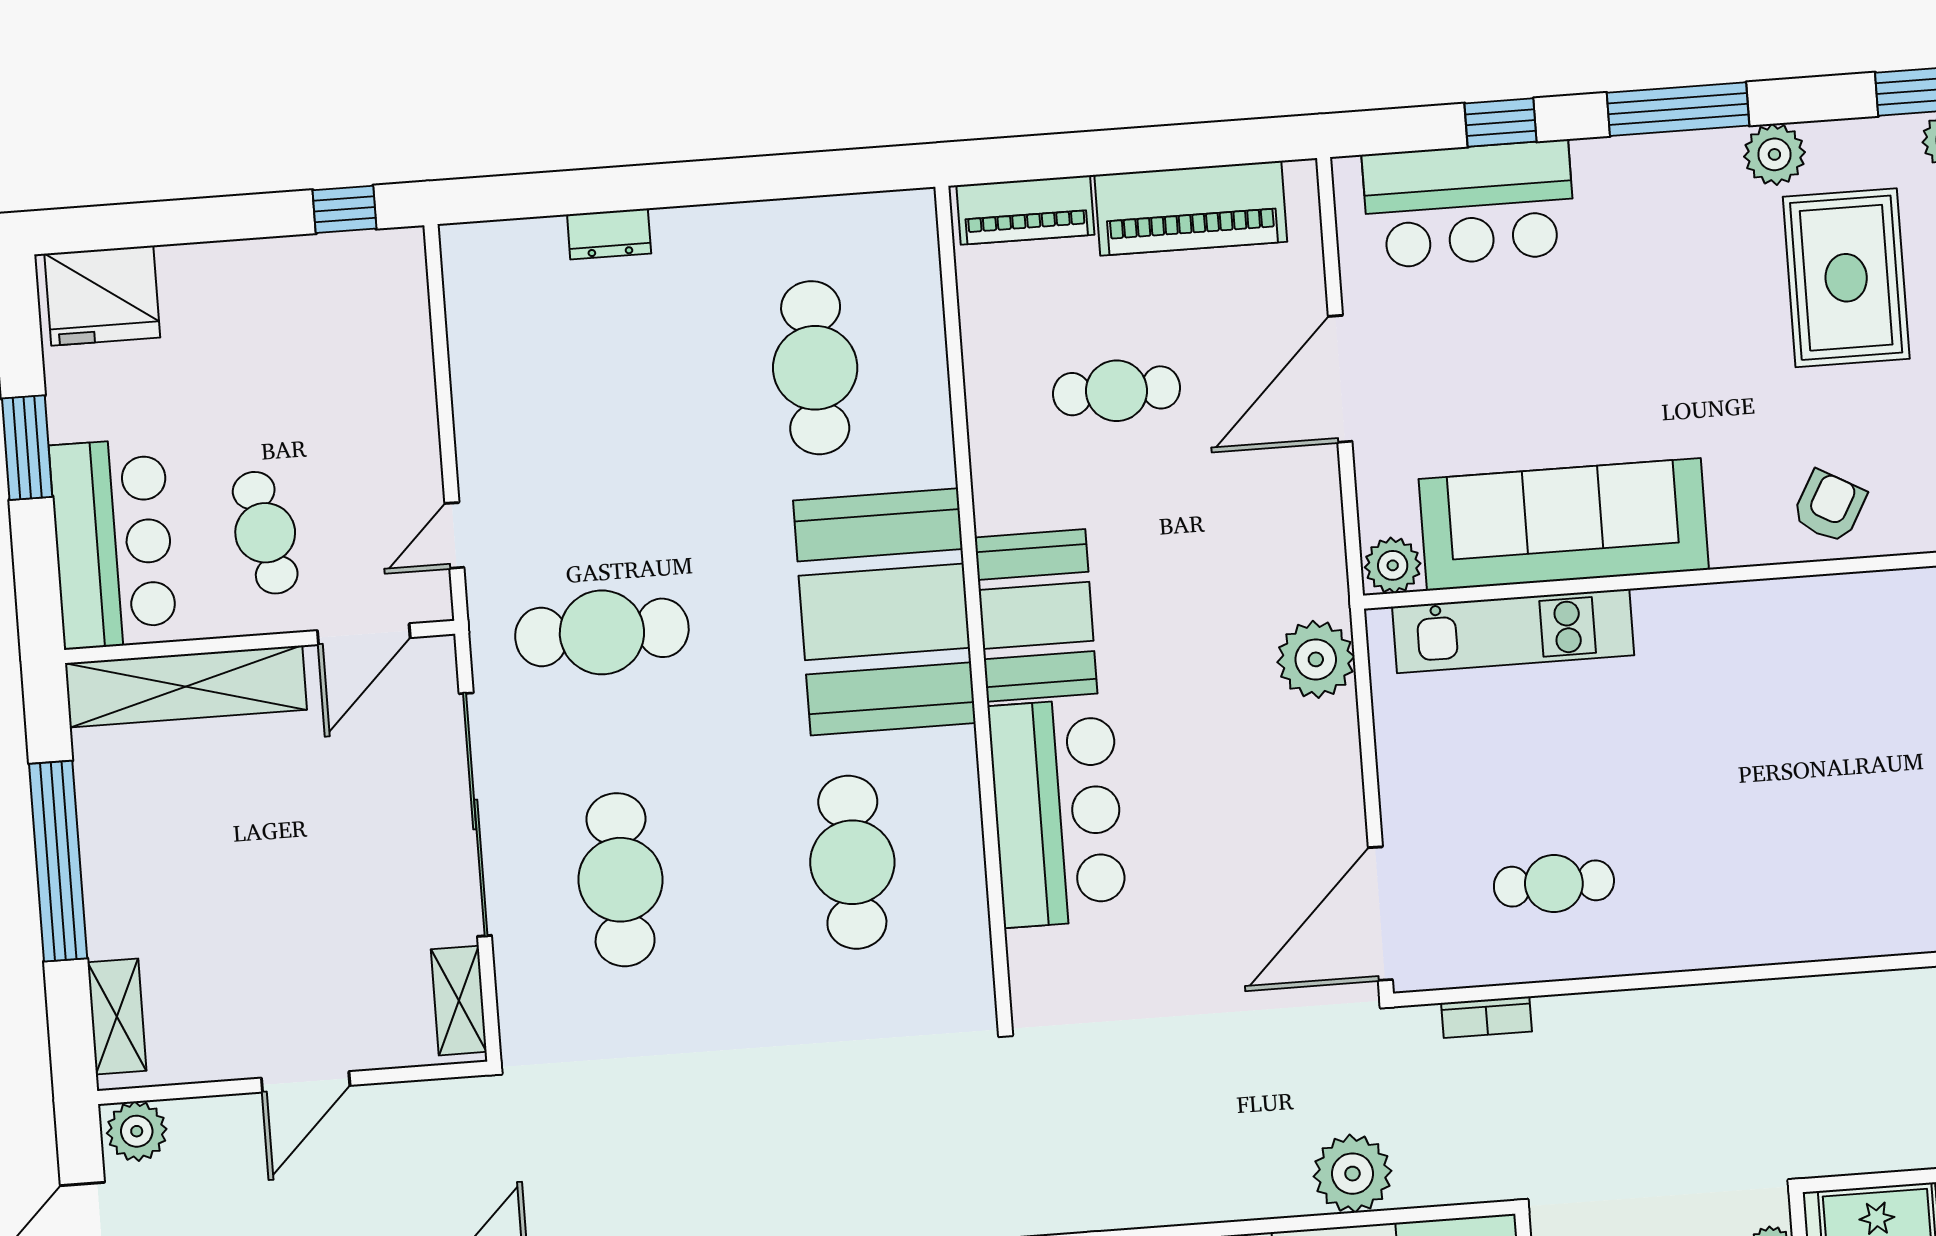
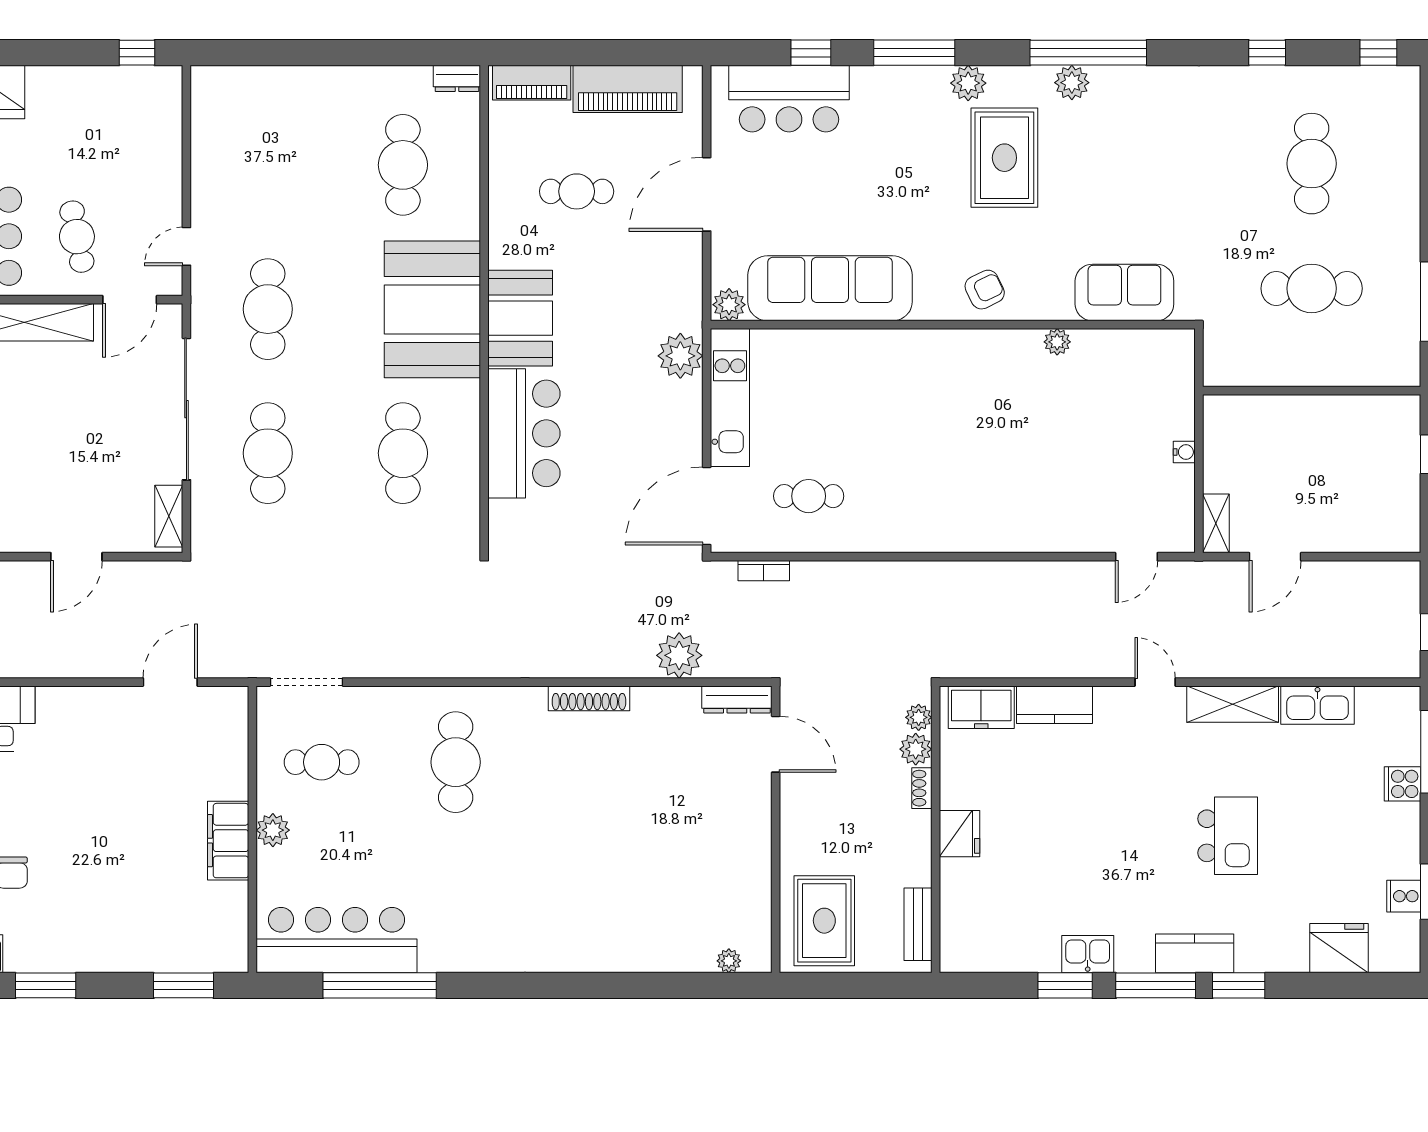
dresser: (609, 234) -> (457, 78), moved
armchair: (1829, 506) -> (985, 290), turned 35
kitchen unit: (1513, 631) -> (730, 398), moved, turned -90
cafe table: (602, 632) -> (268, 309), turned 90

